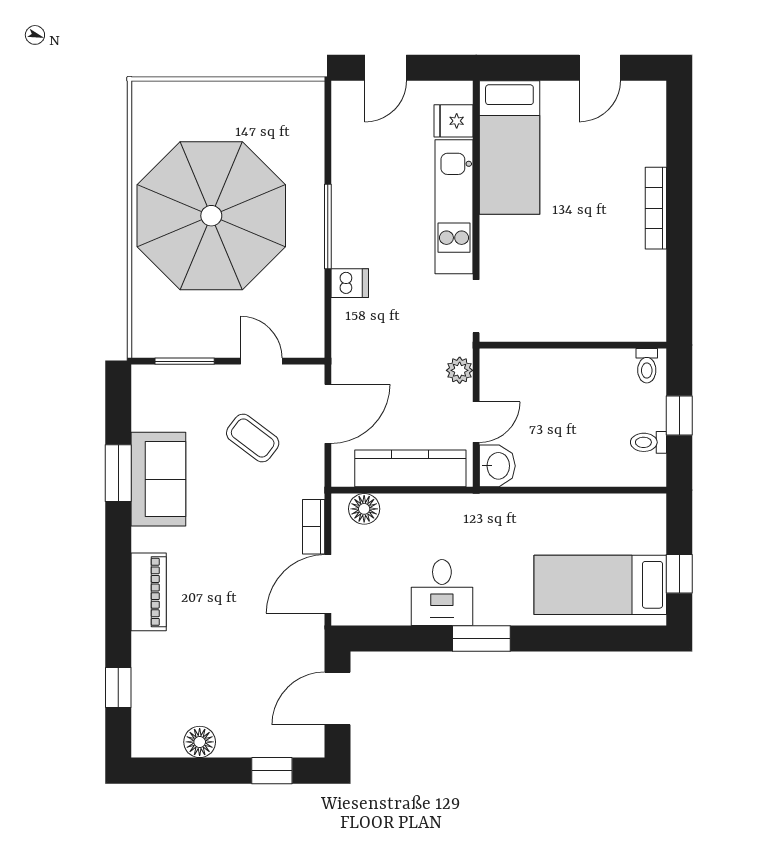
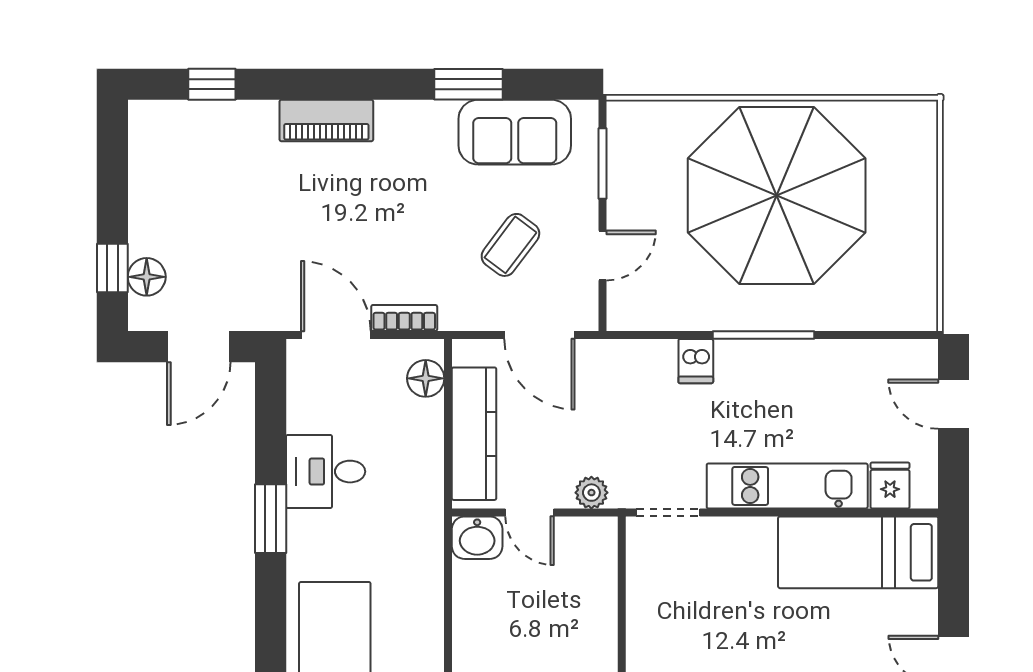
sofa: (158, 479) -> (515, 132), moved
door: (338, 698) -> (199, 347), swing flipped
floor lamp: (200, 742) -> (147, 277), moved

